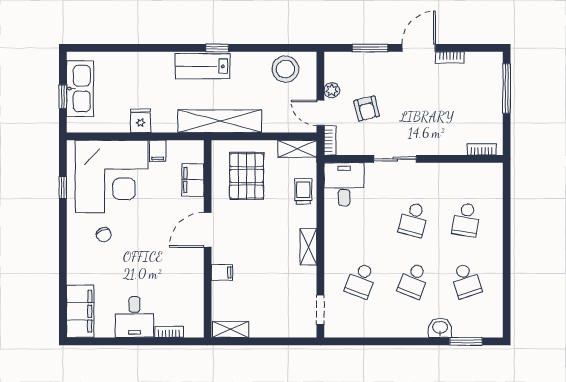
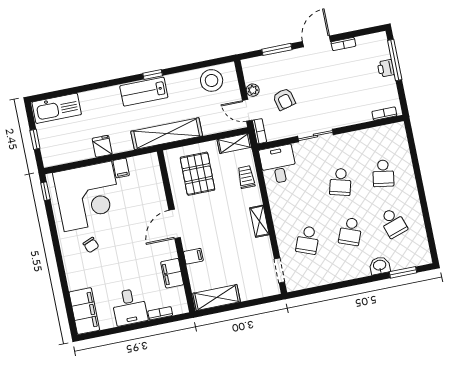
kitchen sink: (80, 89) -> (57, 108), moved, turned 90
printer: (494, 96) -> (386, 68), added
filing cabinet: (193, 180) -> (172, 273), moved
window: (63, 188) -> (45, 191), moved
shelving: (231, 329) -> (217, 298), width x1.50, depth x1.33

